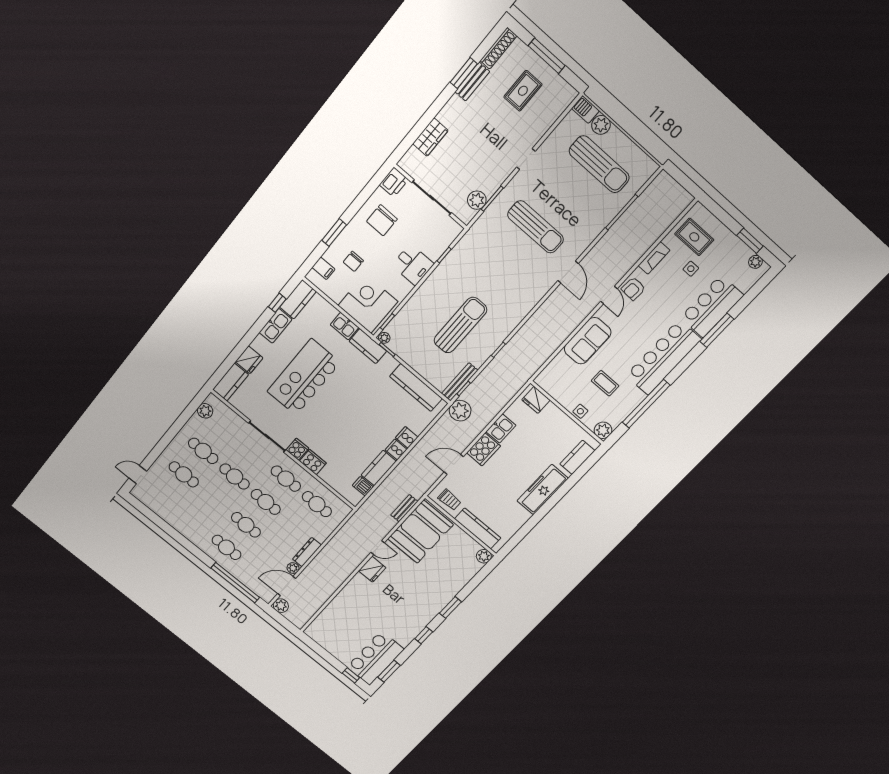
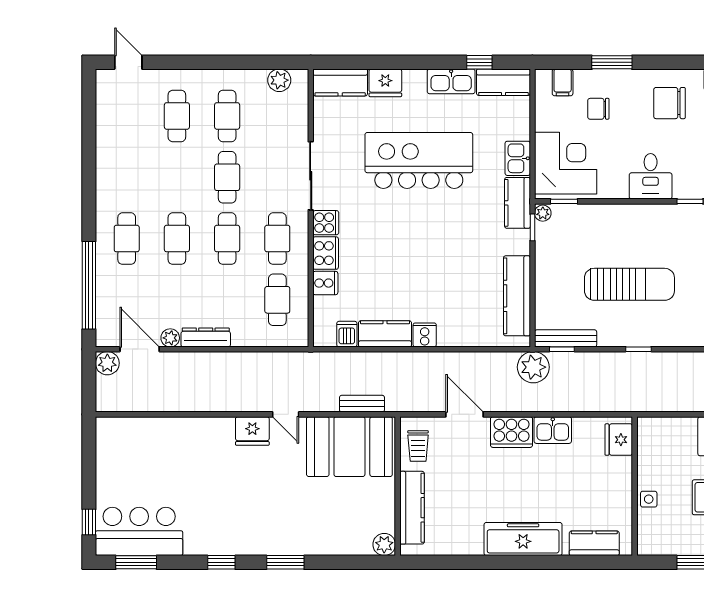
plant: (603, 430) -> (649, 543), removed
cooker: (407, 437) -> (325, 283), moved, turned 90

